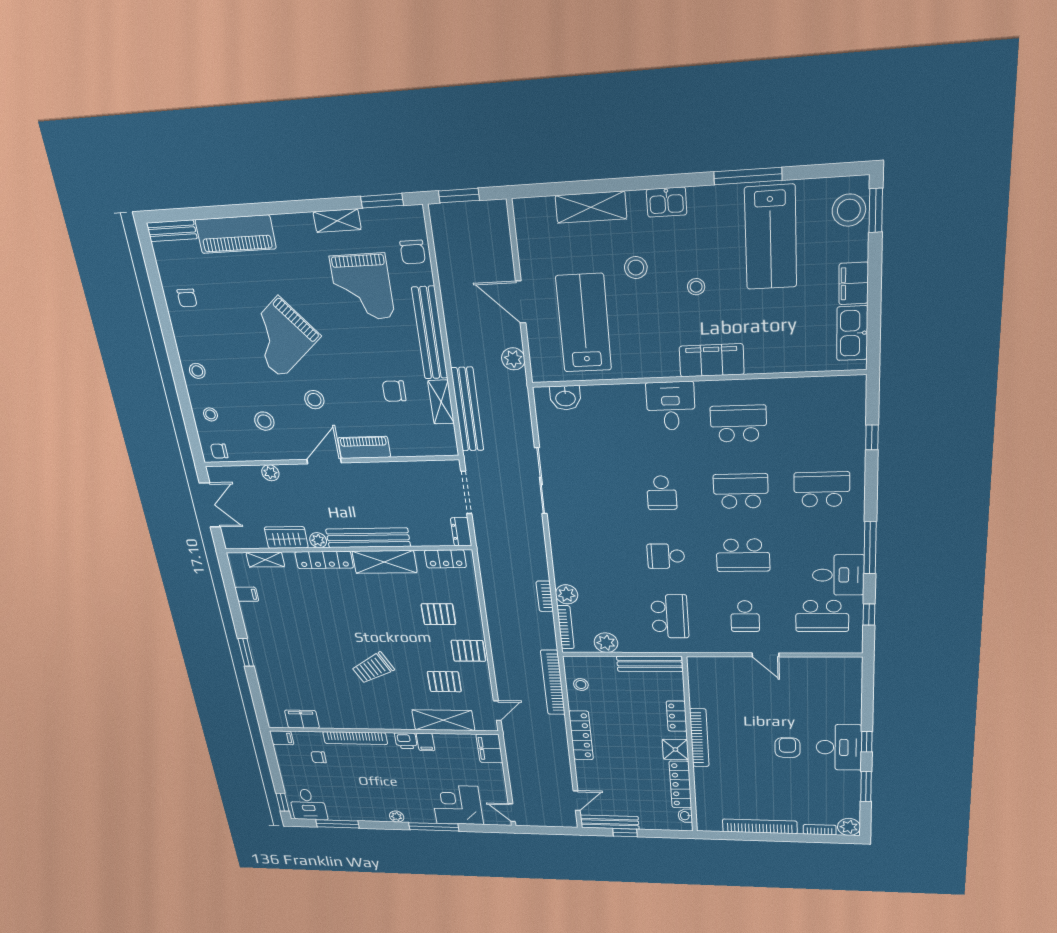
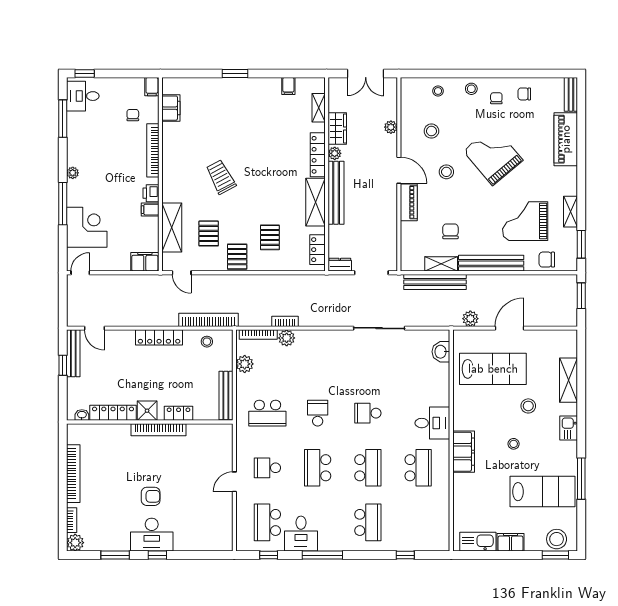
lab bench: (771, 238) -> (543, 492), turned 180
chair: (219, 451) -> (496, 98), moved

